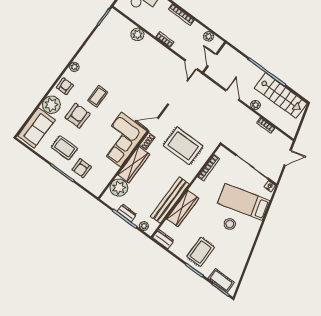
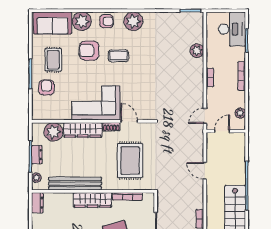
plant: (74, 67) -> (133, 21), width x1.87, depth x1.87
door: (232, 95) -> (205, 171), swing flipped
plant: (256, 105) -> (211, 197), removed
armchair: (78, 116) -> (89, 51), turned 180
armchair: (82, 168) -> (46, 88), turned 90
wardrobe: (183, 208) -> (93, 200), moved

